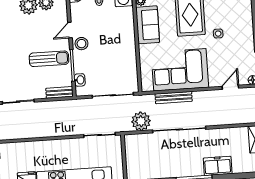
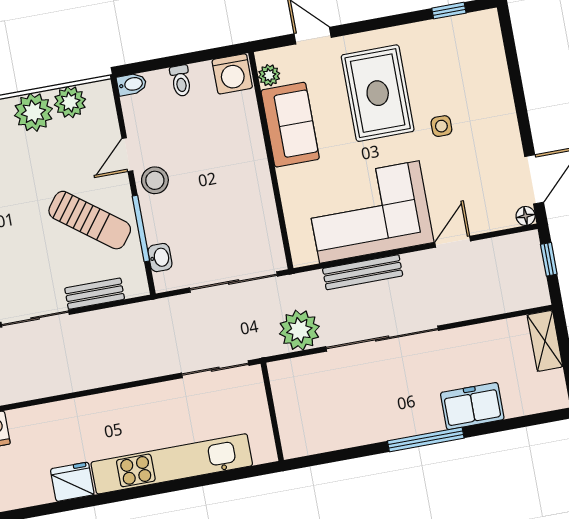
sun lounger: (49, 59) -> (90, 220), turned 37
door: (230, 87) -> (453, 242), moved
bench: (59, 92) -> (95, 294), moved

